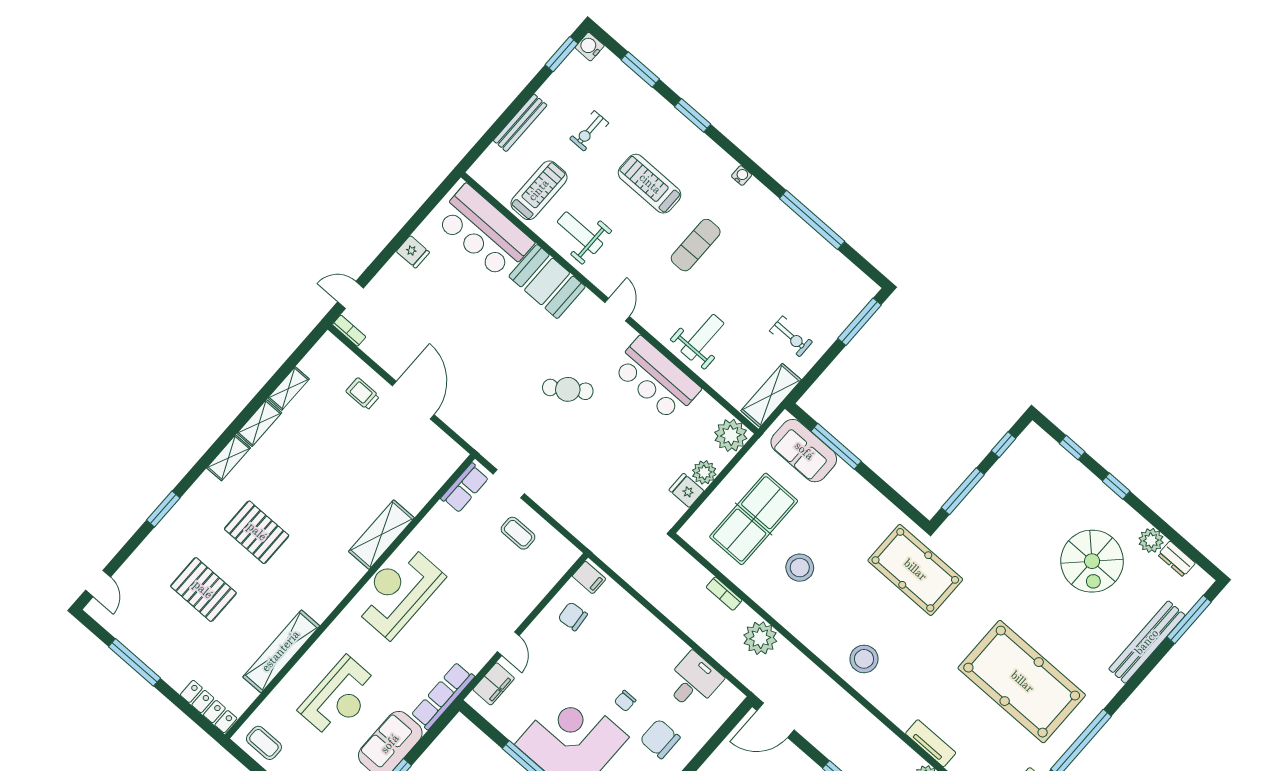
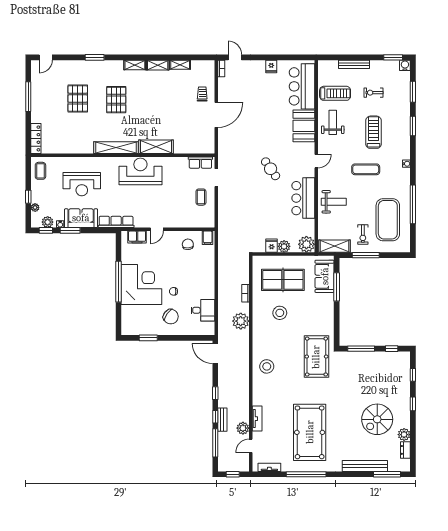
exercise mat: (802, 279) -> (388, 220), added
window: (860, 322) -> (366, 255), moved
shelving: (281, 651) -> (116, 148), moved
chair: (660, 739) -> (171, 317), turned 126

